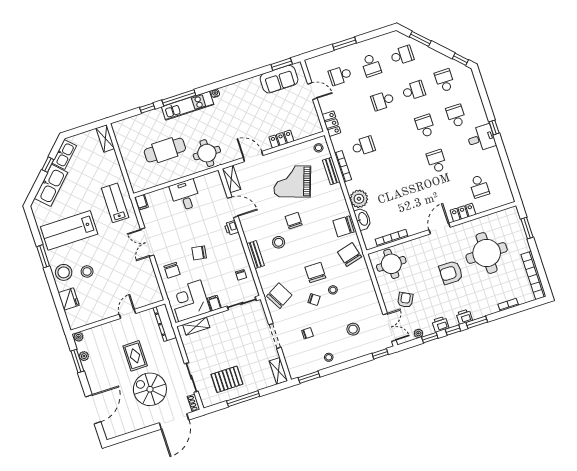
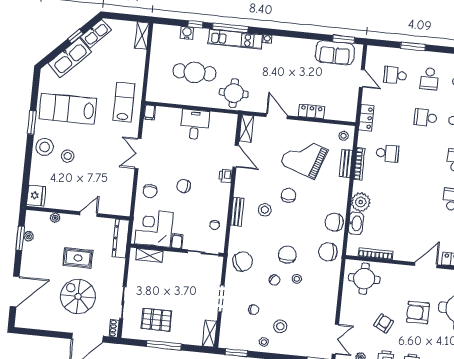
water cooler: (143, 119) -> (187, 33), added
chair: (350, 255) -> (328, 252), turned -75
fridge: (69, 299) -> (36, 196), moved
armchair: (405, 300) -> (384, 323), moved
stool: (353, 329) -> (280, 326), moved
plant: (78, 337) -> (55, 218), moved
rug: (135, 356) -> (78, 258), turned 90

